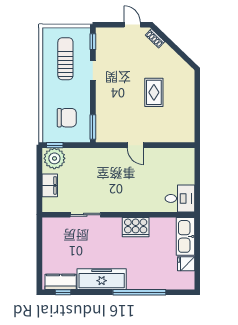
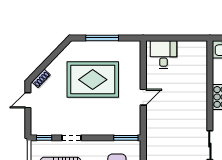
rug: (154, 92) -> (93, 80), width x1.86, depth x2.06
window: (197, 102) -> (102, 38), added
desk: (180, 198) -> (163, 55), moved

